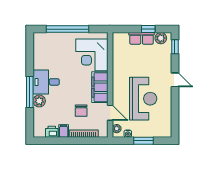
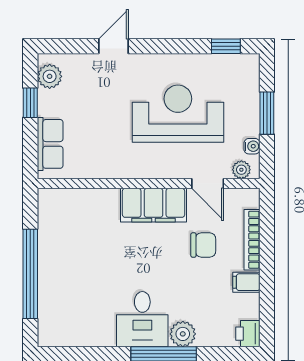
row of seats: (142, 38) -> (50, 144), moved
window: (175, 47) -> (226, 46), moved
corner desk: (92, 55) -> (85, 222), removed
door: (175, 80) -> (114, 46), moved
door: (110, 113) -> (208, 184), swing flipped
printer: (52, 132) -> (248, 334), moved

